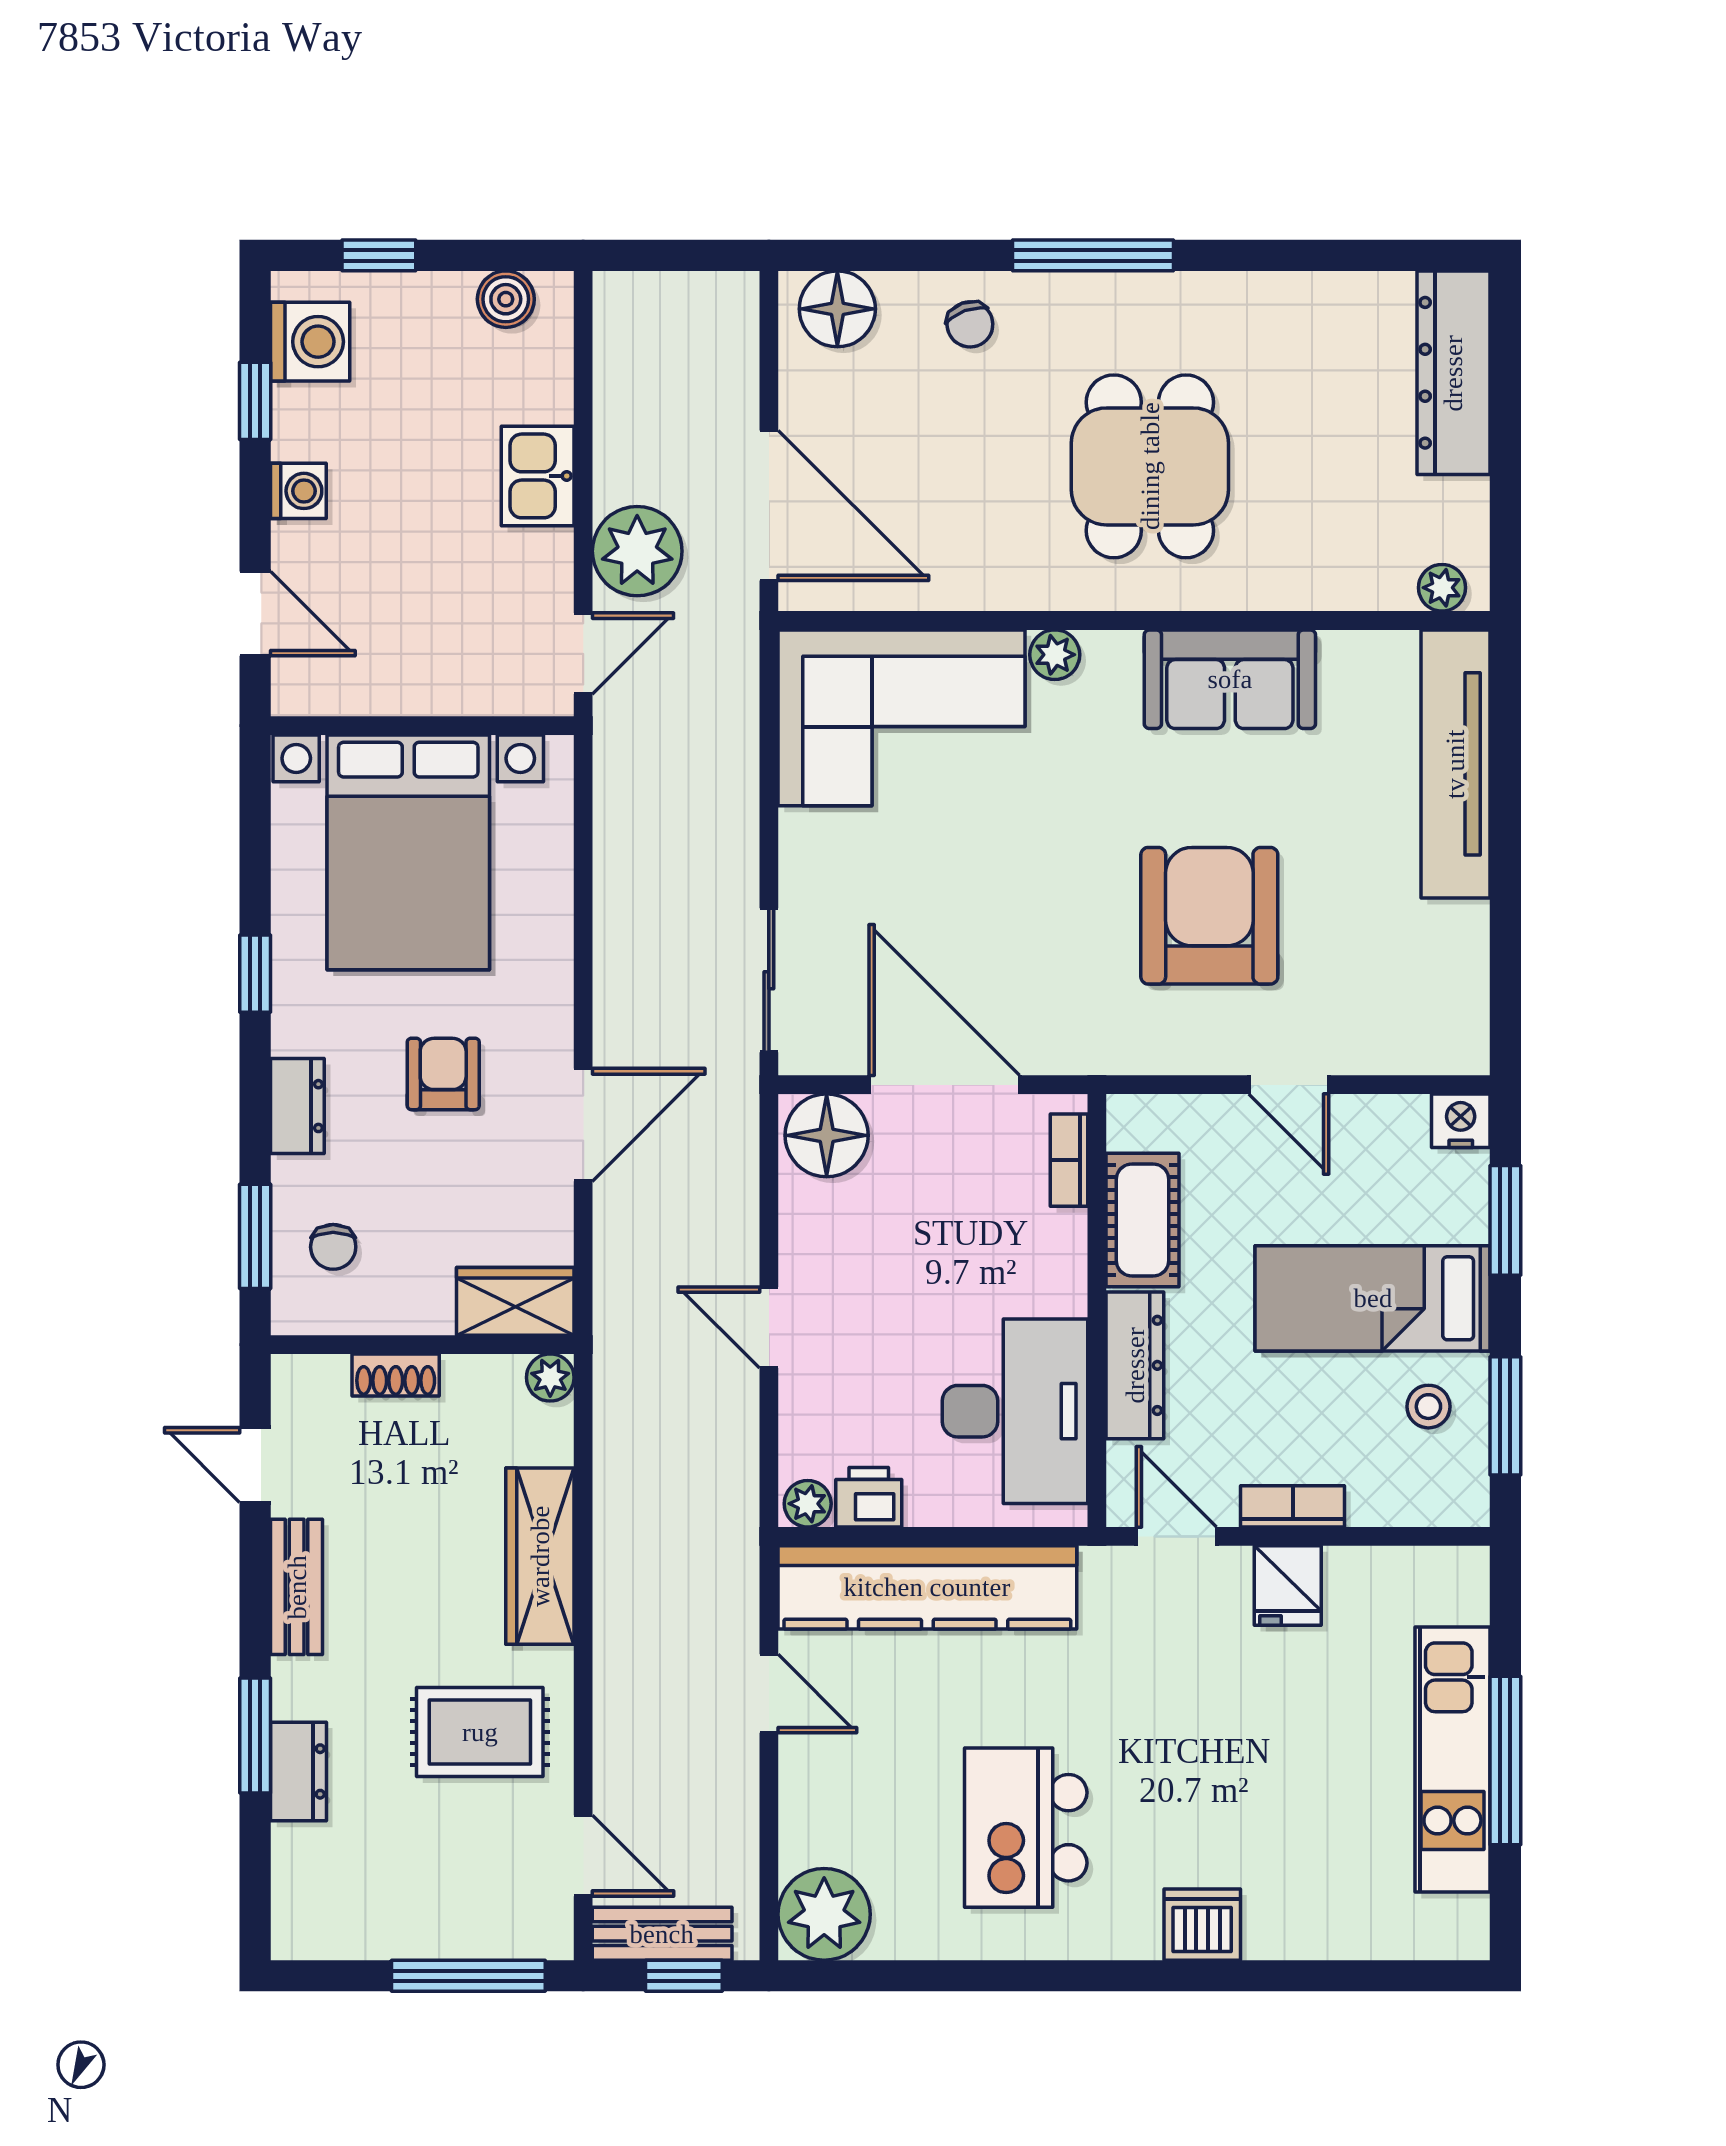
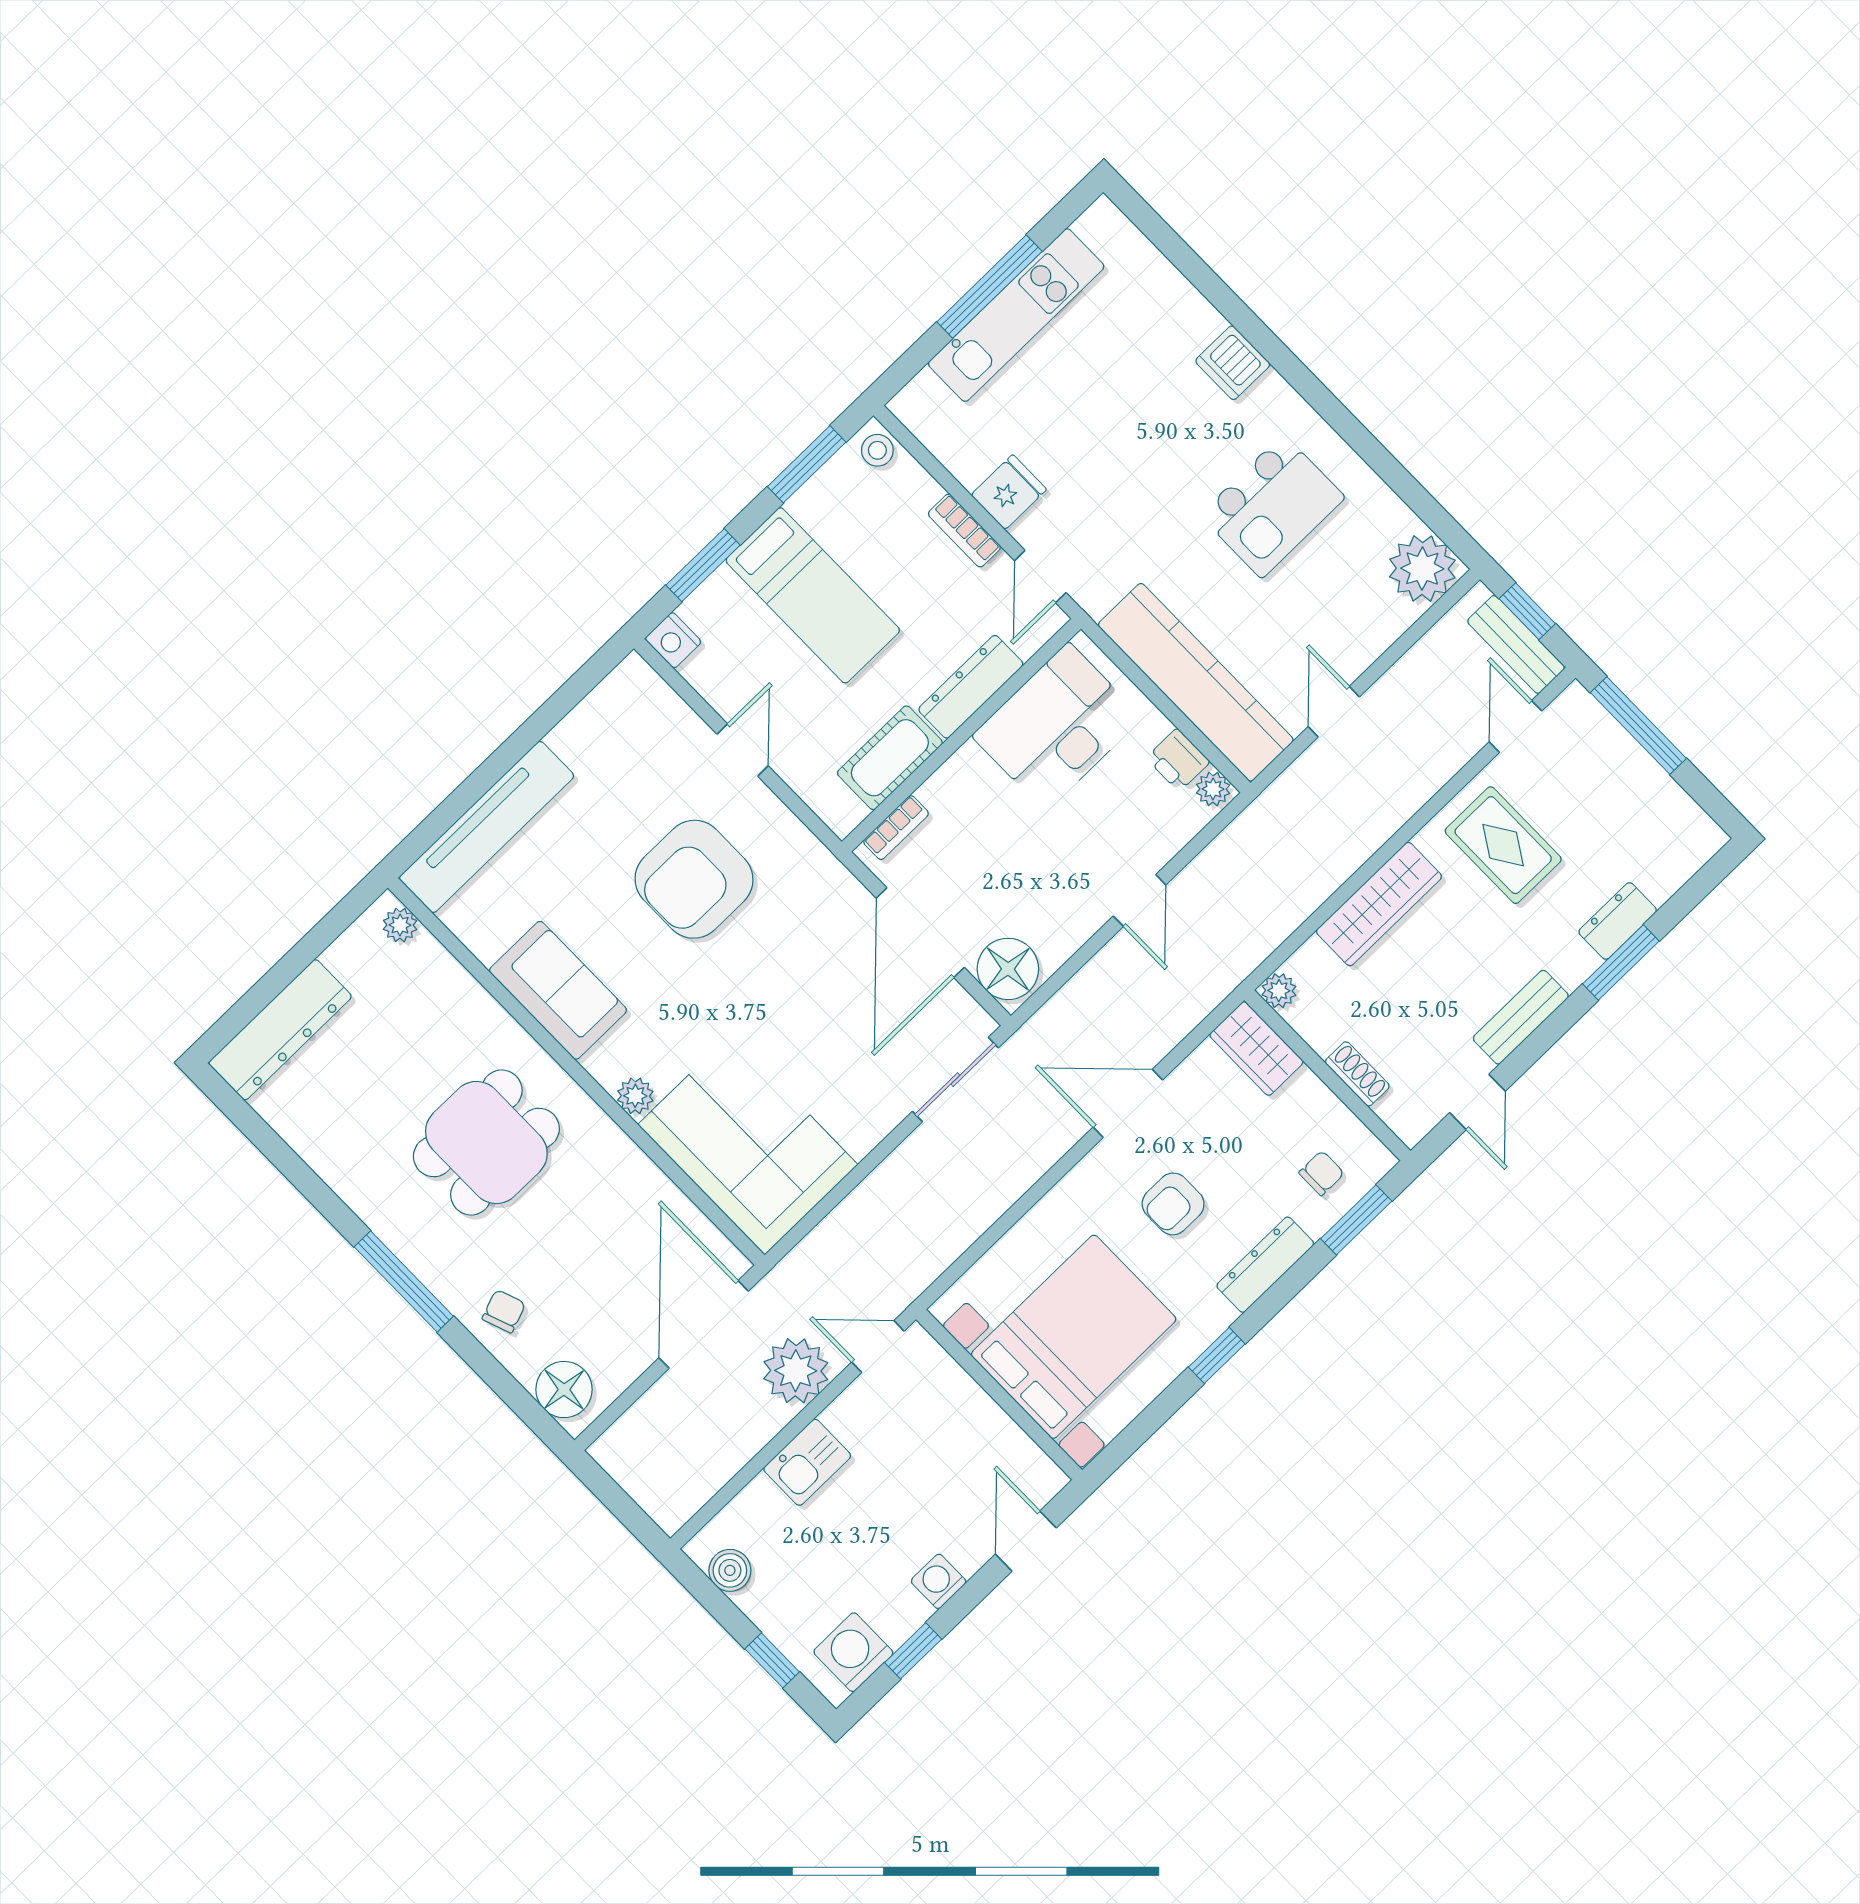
dresser: (297, 1106) -> (1265, 1265), width x1.44
stool: (1428, 1407) -> (877, 450), moved

